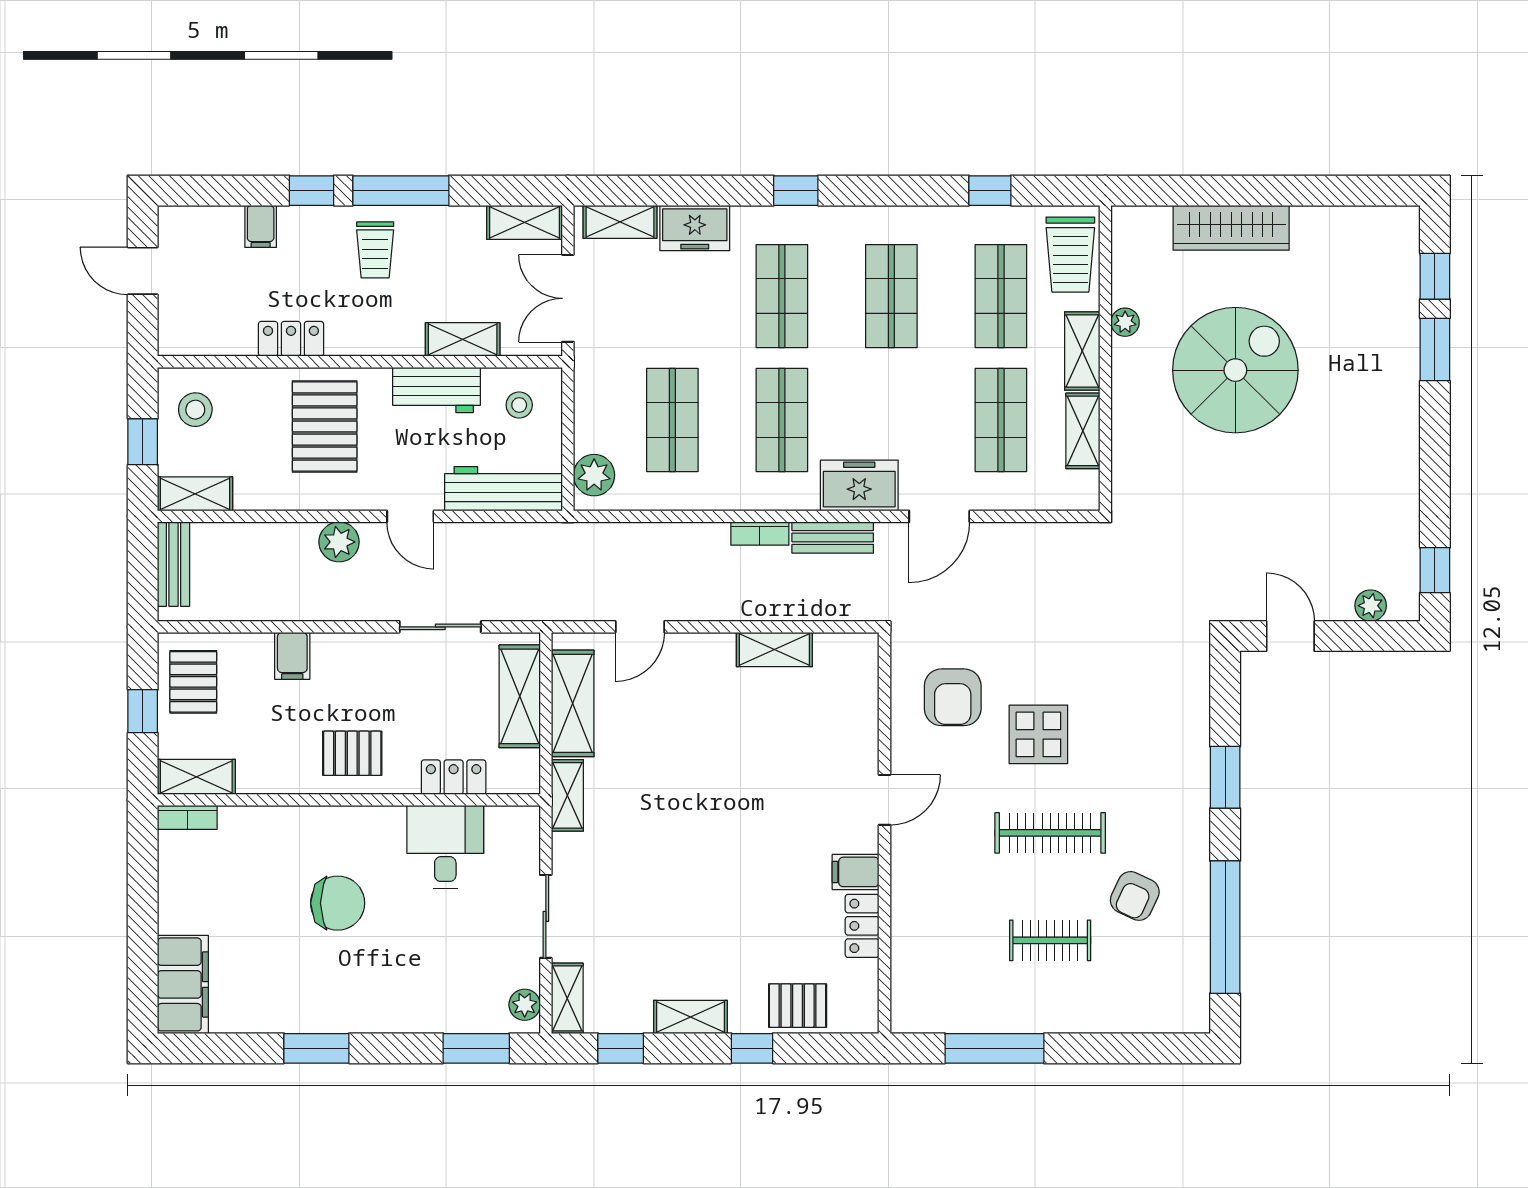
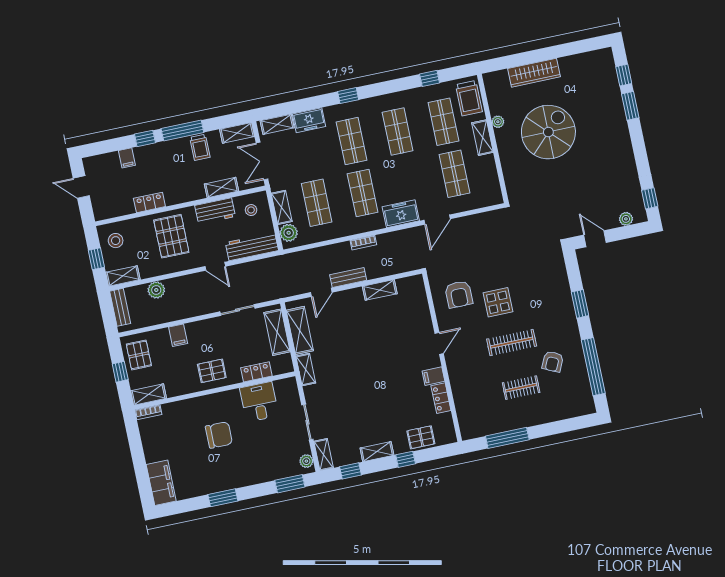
trolley: (375, 250) -> (200, 147), moved
shelving: (1083, 431) -> (282, 207), moved
bench: (833, 537) -> (348, 277), moved
plant: (339, 542) -> (156, 290), moved

